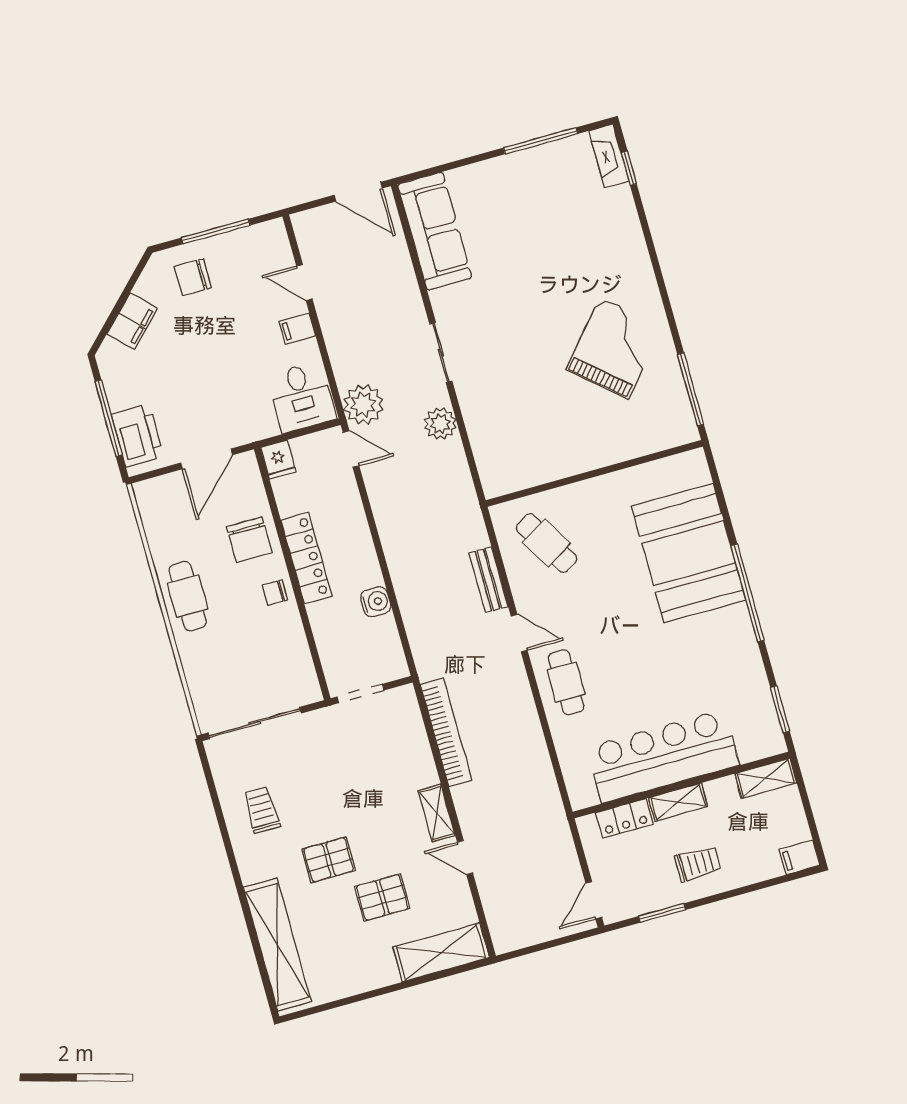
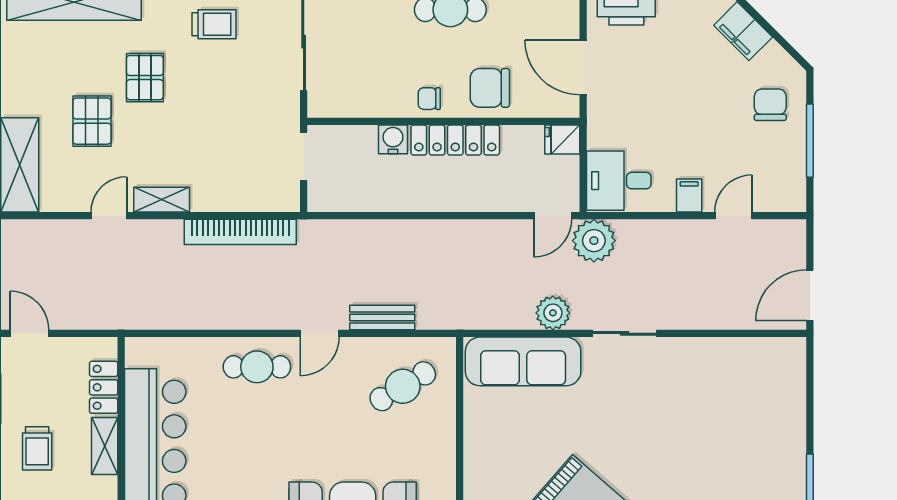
sofa: (435, 231) -> (523, 361), moved
chair: (275, 593) -> (429, 99), turned -90
water cooler: (376, 602) -> (393, 139), moved, turned 180

